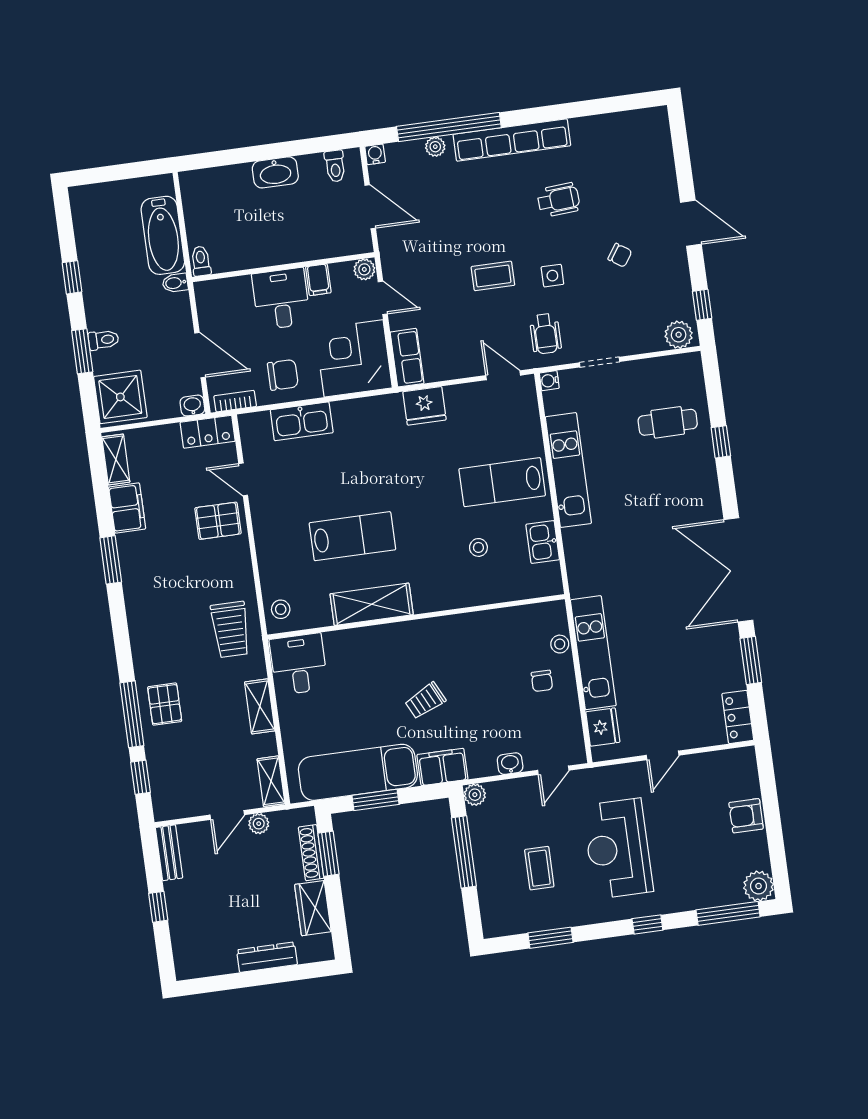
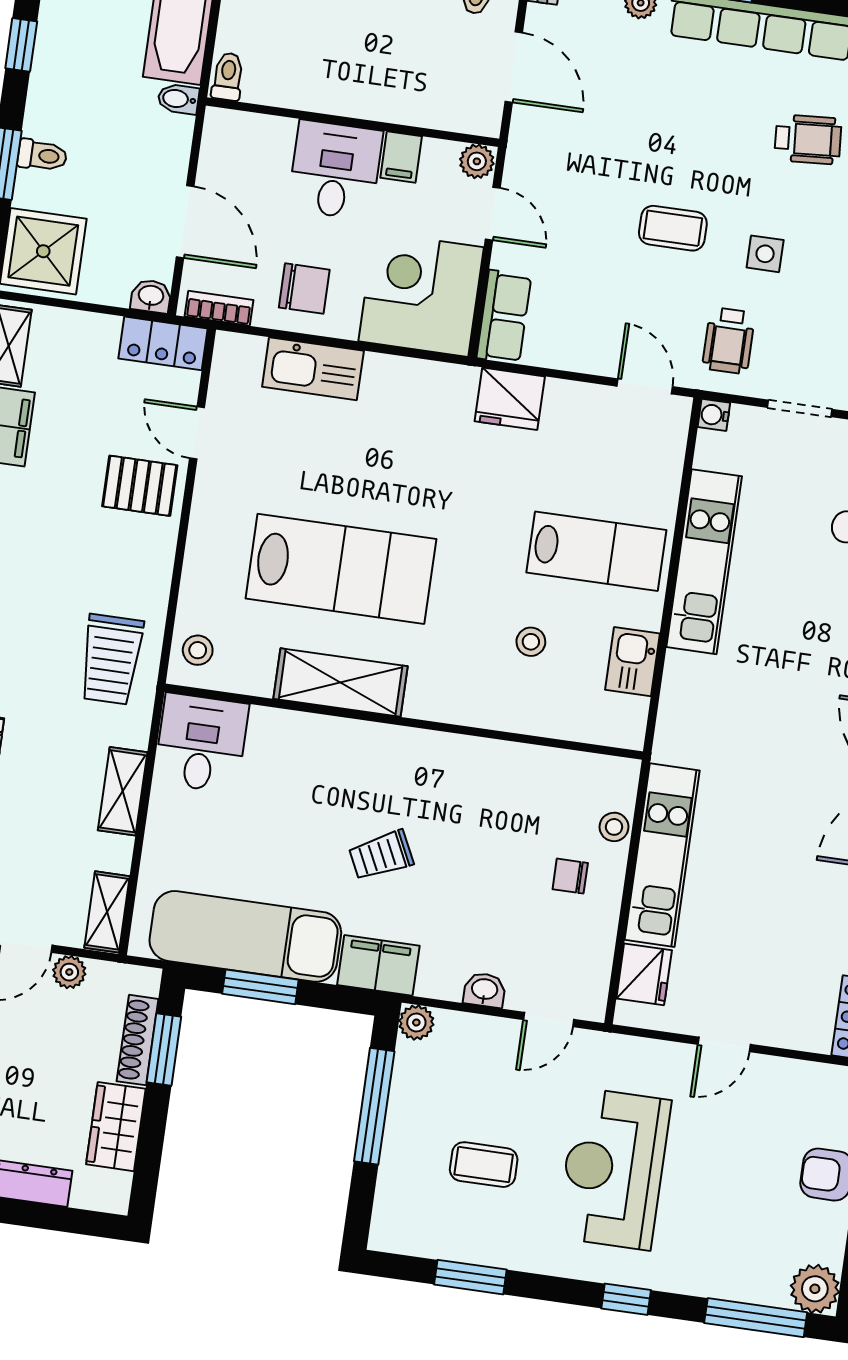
lab bench: (502, 482) -> (596, 551), turned 180
lab bench: (352, 536) -> (341, 569), width x1.36, depth x1.39
chair: (542, 681) -> (570, 876), turned 90
coffee table: (539, 868) -> (484, 1165), turned 90

